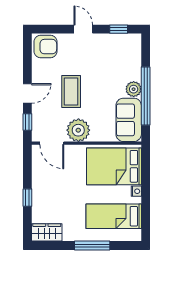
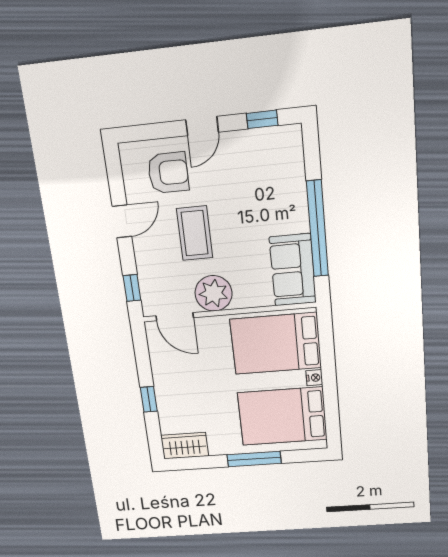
door: (83, 29) -> (202, 126), swing flipped
armchair: (46, 47) -> (168, 173), moved
plant: (134, 89) -> (297, 219), removed
door: (27, 93) -> (122, 221), moved
bed: (114, 216) -> (283, 416), width x1.50

